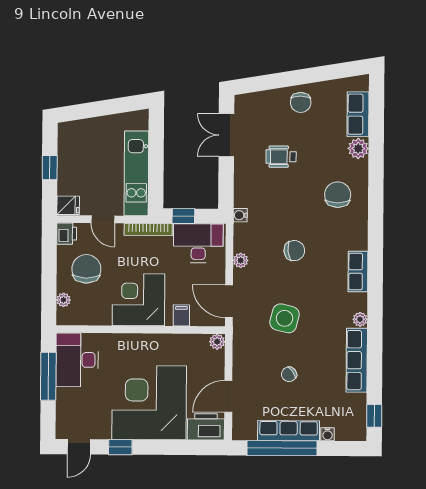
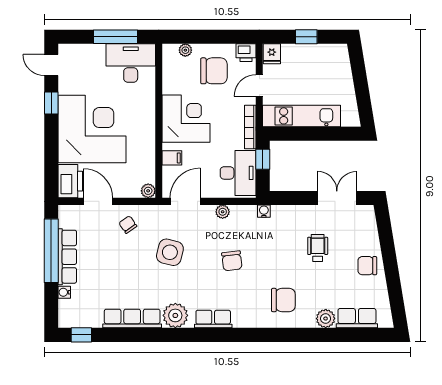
plant: (360, 319) -> (175, 315), width x1.88, depth x1.88
chair: (289, 374) -> (128, 225), moved

